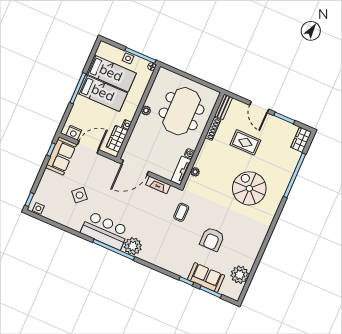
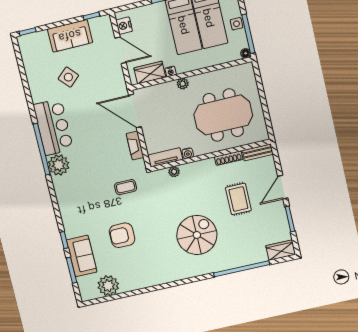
plant: (146, 111) -> (183, 84), moved
sofa: (61, 156) -> (70, 36), moved
side table: (38, 208) -> (26, 47), removed

